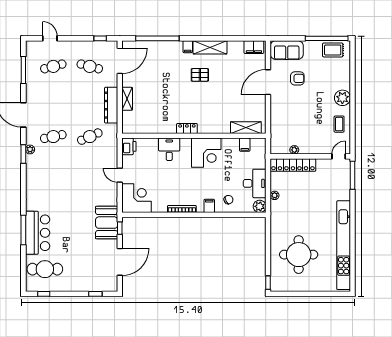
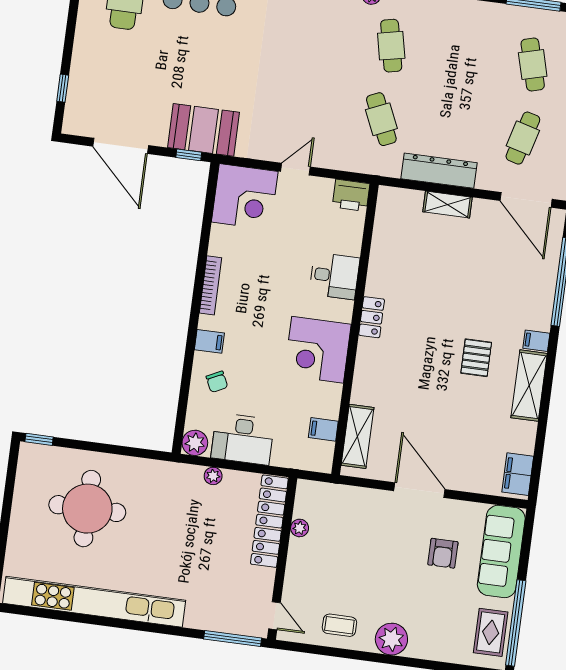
sofa: (287, 50) -> (501, 551), width x1.36
door: (268, 82) -> (419, 490), moved

